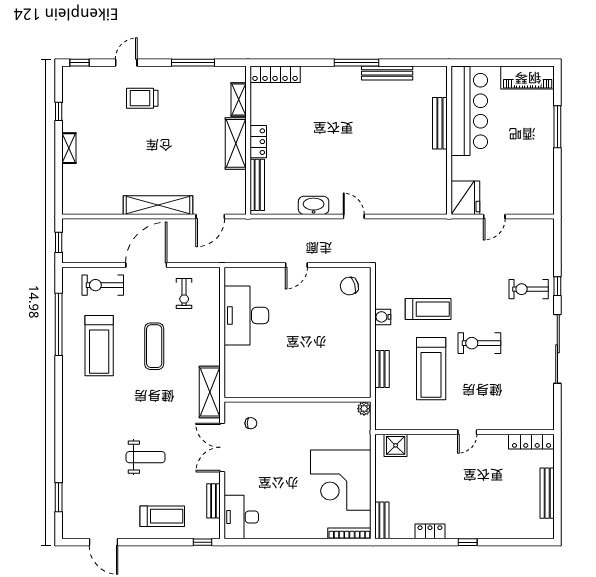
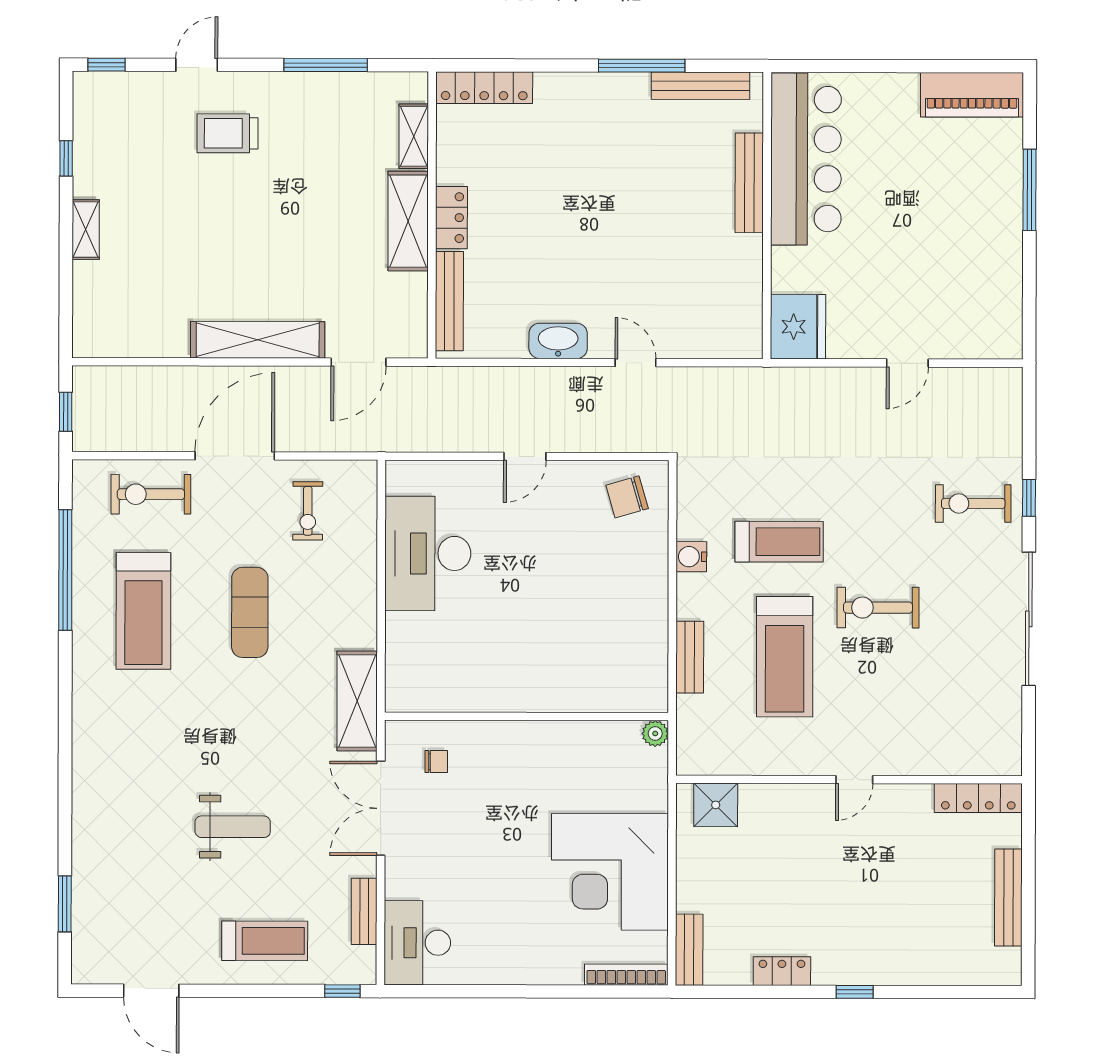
bar counter: (469, 111) -> (806, 159), moved
bench: (440, 123) -> (749, 183), moved
wall: (449, 140) -> (767, 216), moved
fridge: (465, 198) -> (798, 327), moved

